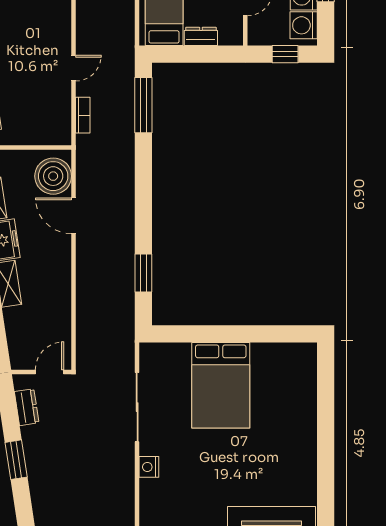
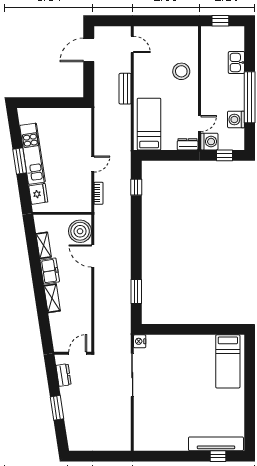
washing machine: (304, 25) -> (209, 142), moved, turned 180
dresser: (201, 36) -> (188, 144), moved
window: (143, 105) -> (136, 187), width x0.46
bed: (221, 385) -> (228, 361), moved, width x0.67
nightstand: (149, 467) -> (140, 341), moved

